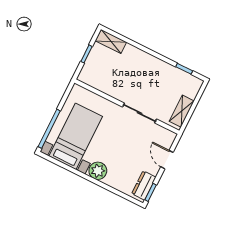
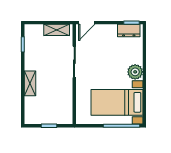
shelving: (111, 41) -> (30, 83), moved
door: (167, 160) -> (87, 23), moved

